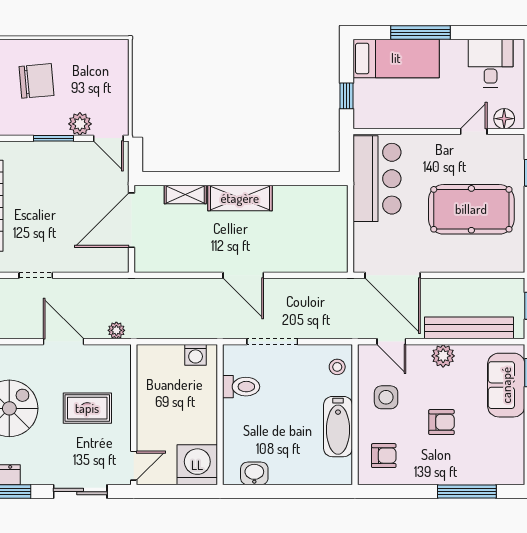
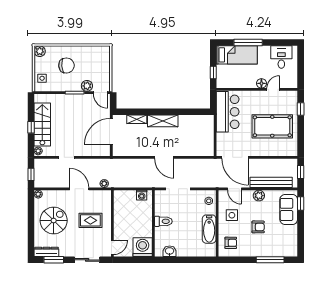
floor lamp: (504, 119) -> (261, 83), moved
toilet: (241, 387) -> (163, 221), moved

